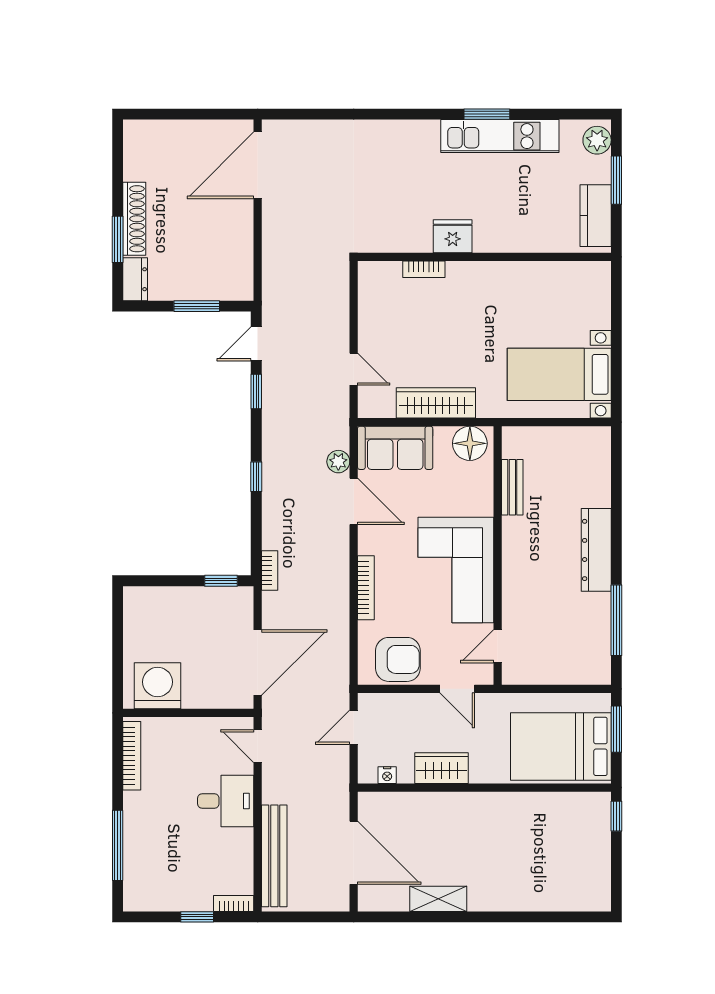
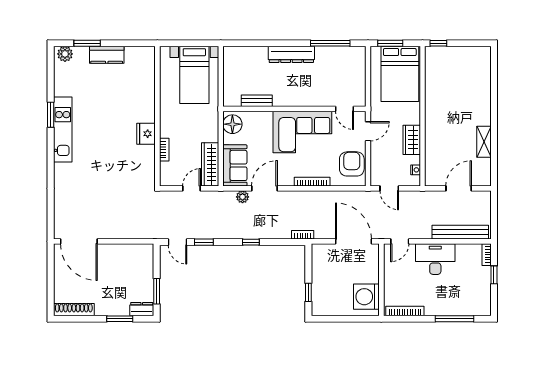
kitchen unit: (500, 136) -> (63, 130), moved
shoe rack: (134, 219) -> (74, 310), moved
fridge: (453, 236) -> (146, 134), moved
wall: (484, 257) -> (157, 116), moved
bookcase: (424, 269) -> (164, 150), moved
window: (197, 306) -> (157, 291), moved
wardrobe: (436, 403) -> (210, 164), moved
window: (221, 581) -> (308, 292), moved
desk: (226, 801) -> (435, 259), width x1.37
door: (354, 853) -> (459, 188), width x0.73

